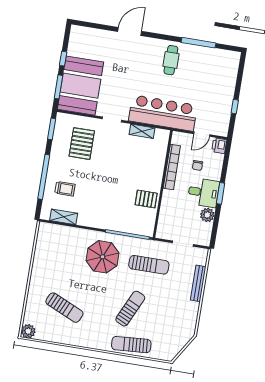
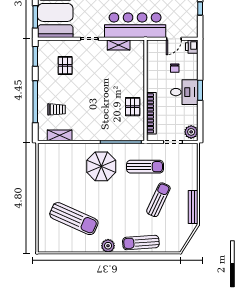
pallet: (82, 144) -> (65, 65), width x0.67, depth x0.71
bookcase: (172, 167) -> (151, 113), moved
pallet: (146, 199) -> (133, 107), turned 90
plant: (207, 215) -> (191, 132), moved
bench: (198, 283) -> (193, 207), moved
sun lounger: (64, 308) -> (74, 219), width x1.36, depth x1.34
sun lounger: (130, 309) -> (158, 200), moved
plant: (28, 331) -> (108, 246), moved

